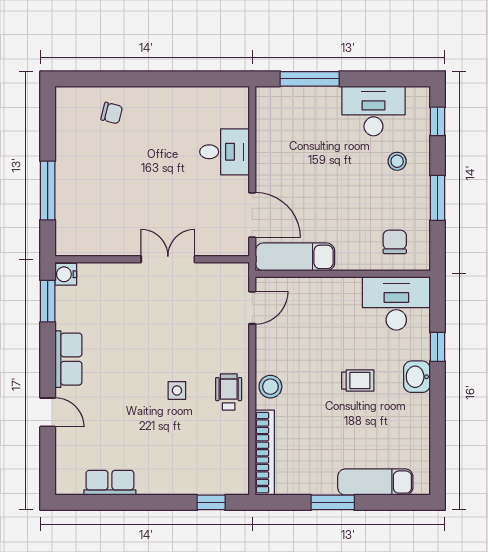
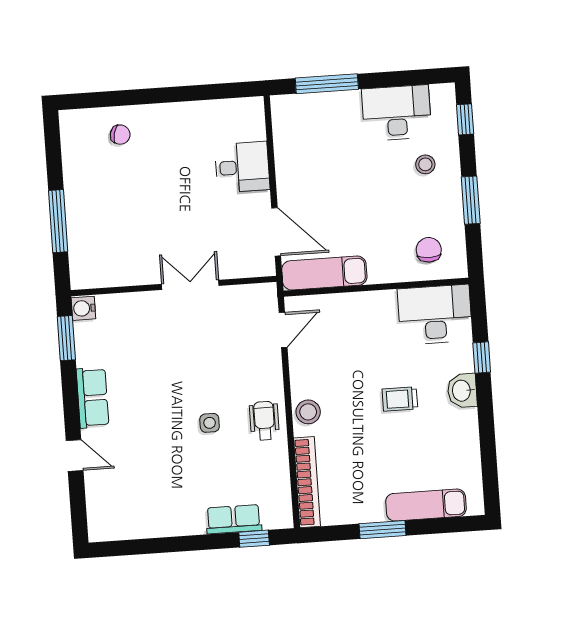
trolley: (358, 381) -> (400, 399), turned 180
row of seats: (110, 483) -> (234, 519), moved

